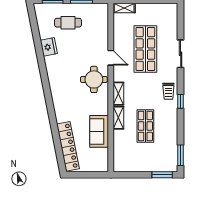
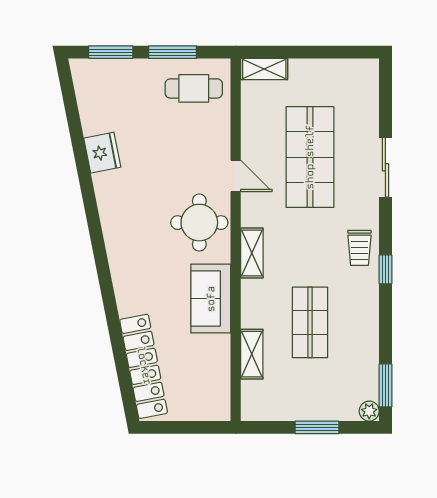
cafe table: (68, 23) -> (194, 88), moved
shelving: (118, 118) -> (252, 354), moved
sofa: (99, 131) -> (211, 299), moved
plant: (173, 167) -> (369, 411), added
window: (162, 175) -> (317, 427), moved

